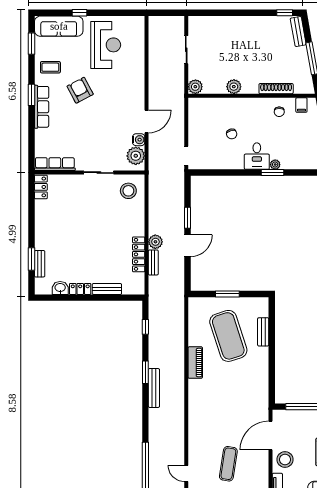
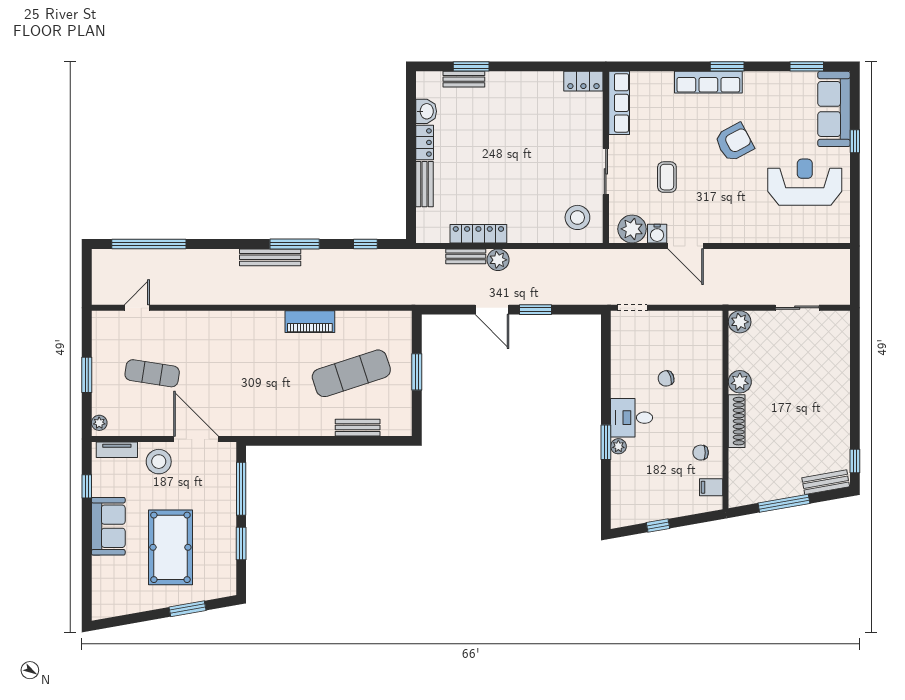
reception desk: (106, 45) -> (805, 182), turned 180
coffee table: (50, 67) -> (667, 177), moved
shoe rack: (276, 89) -> (737, 421), moved
exercise mat: (228, 336) -> (351, 373), width x0.68
window: (145, 372) -> (295, 244), width x1.44

